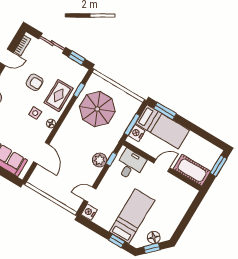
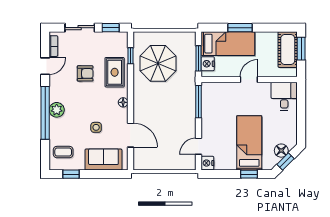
window: (165, 111) -> (240, 28), moved
side table: (35, 113) -> (96, 127), moved
window: (111, 159) -> (199, 102), width x2.17
plant: (100, 160) -> (188, 109), removed
desk: (130, 165) -> (284, 96), moved
cot: (192, 170) -> (288, 50), moved, turned 90

